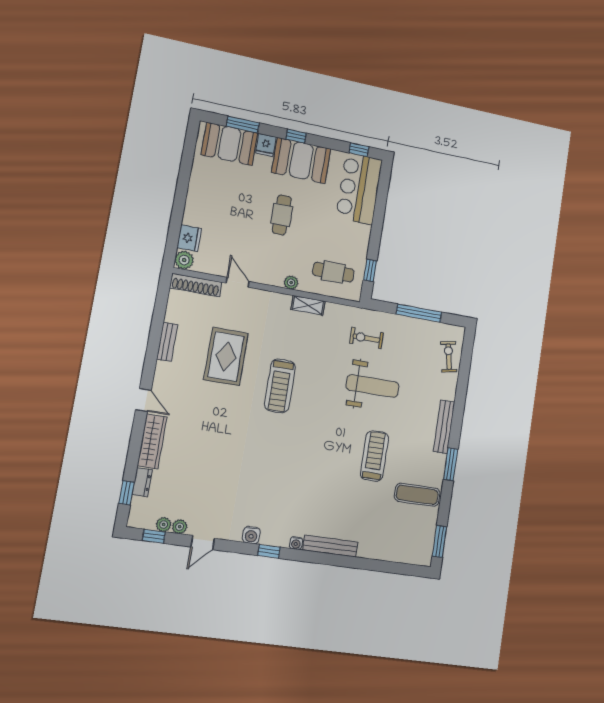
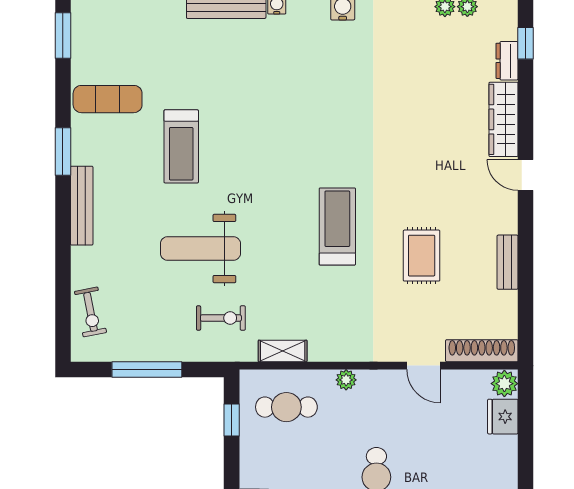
shelving: (308, 305) -> (283, 351), moved
rug: (226, 357) -> (422, 256), width x0.73, depth x0.70

